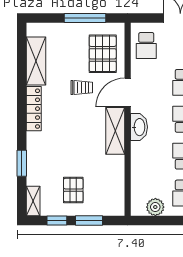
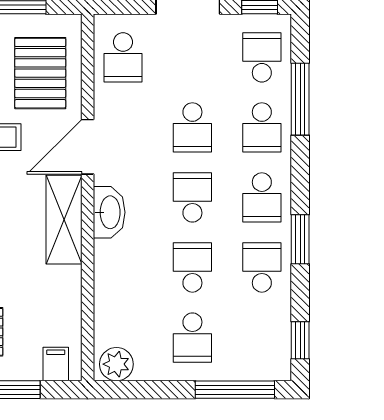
filing cabinet: (111, 207) -> (56, 364), added
plant: (155, 207) -> (116, 364), moved

